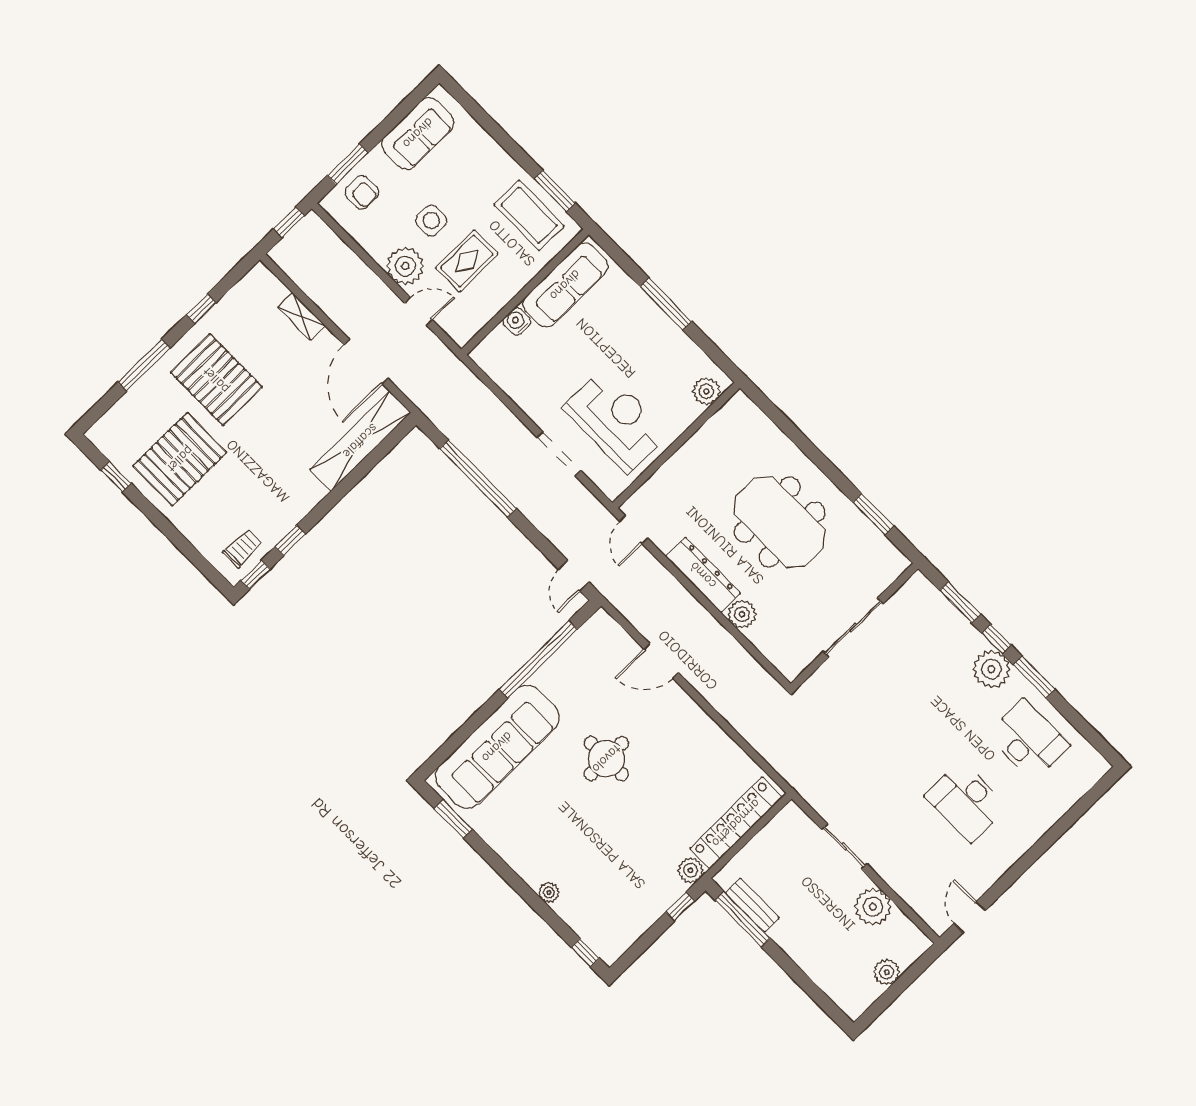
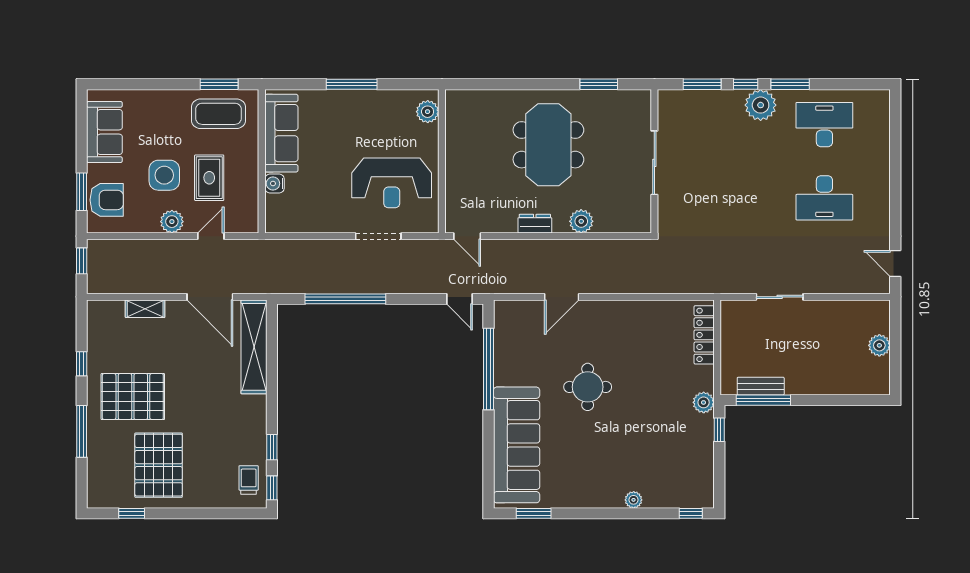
armchair: (362, 192) -> (107, 200), width x1.38, depth x1.38
side table: (431, 221) -> (164, 175), width x1.37, depth x1.37
plant: (405, 266) -> (172, 222), width x0.73, depth x0.73
reception desk: (616, 421) -> (392, 183), turned 180
meeting table: (780, 522) -> (548, 145), turned 90
dresser: (703, 575) -> (535, 224), width x0.51, depth x0.80
locker: (736, 823) -> (704, 335), width x0.71, depth x0.83
plant: (873, 907) -> (832, 315), removed

